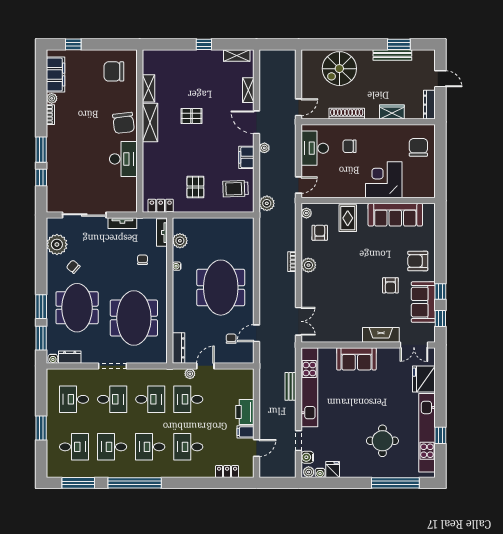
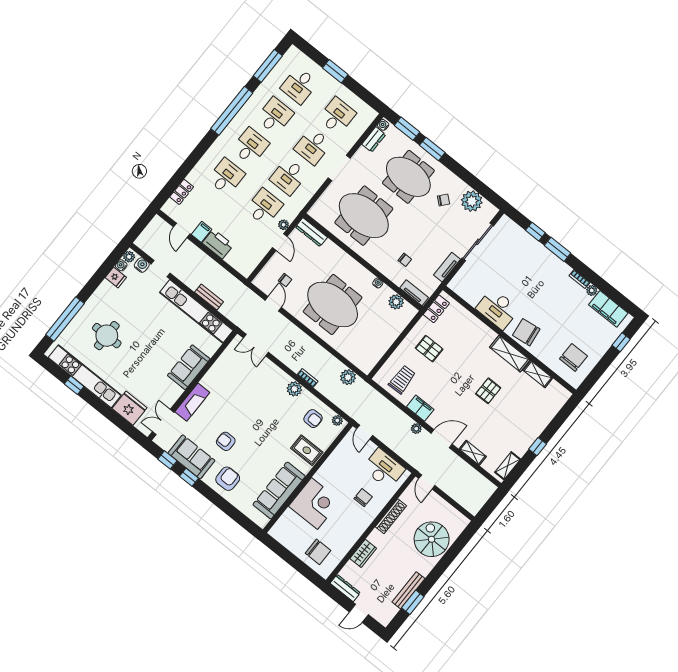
plant: (267, 203) -> (348, 377), moved

